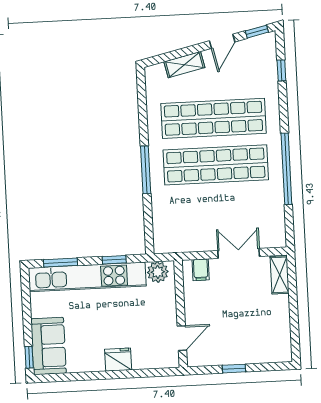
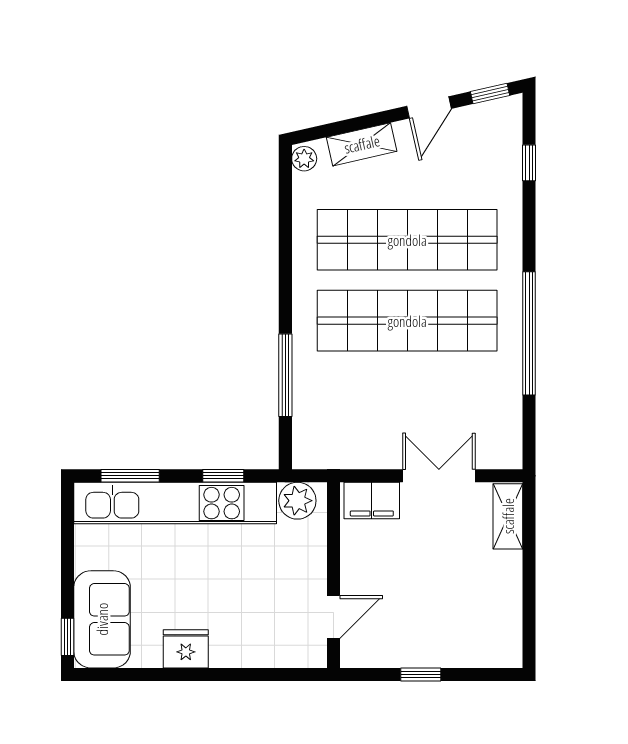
plant: (152, 75) -> (304, 159), added
window: (146, 170) -> (285, 375), moved
filing cabinet: (201, 270) -> (372, 501), width x2.00
fridge: (118, 360) -> (186, 649), moved

